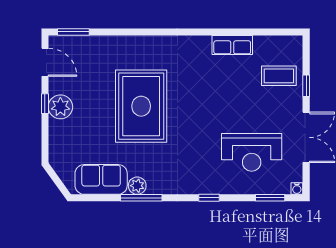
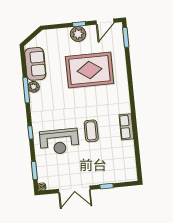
row of seats: (232, 45) -> (126, 127), moved
coffee table: (279, 76) -> (91, 131), moved
rug: (141, 106) -> (90, 70), moved
reception desk: (252, 152) -> (59, 142), moved, turned -90

